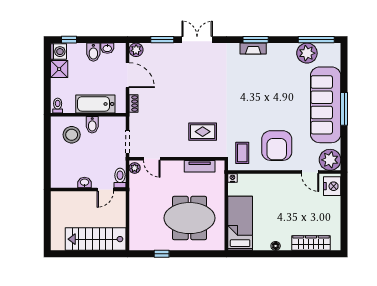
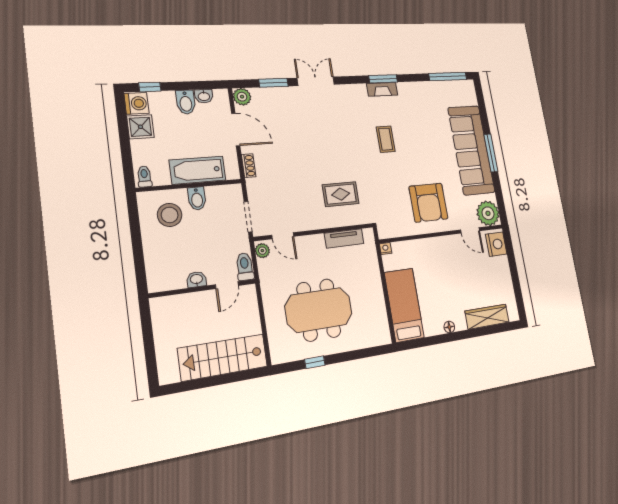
plant: (307, 53) -> (441, 92), removed
coffee table: (242, 153) -> (386, 139), moved
meeting table: (190, 218) -> (319, 310), moved

